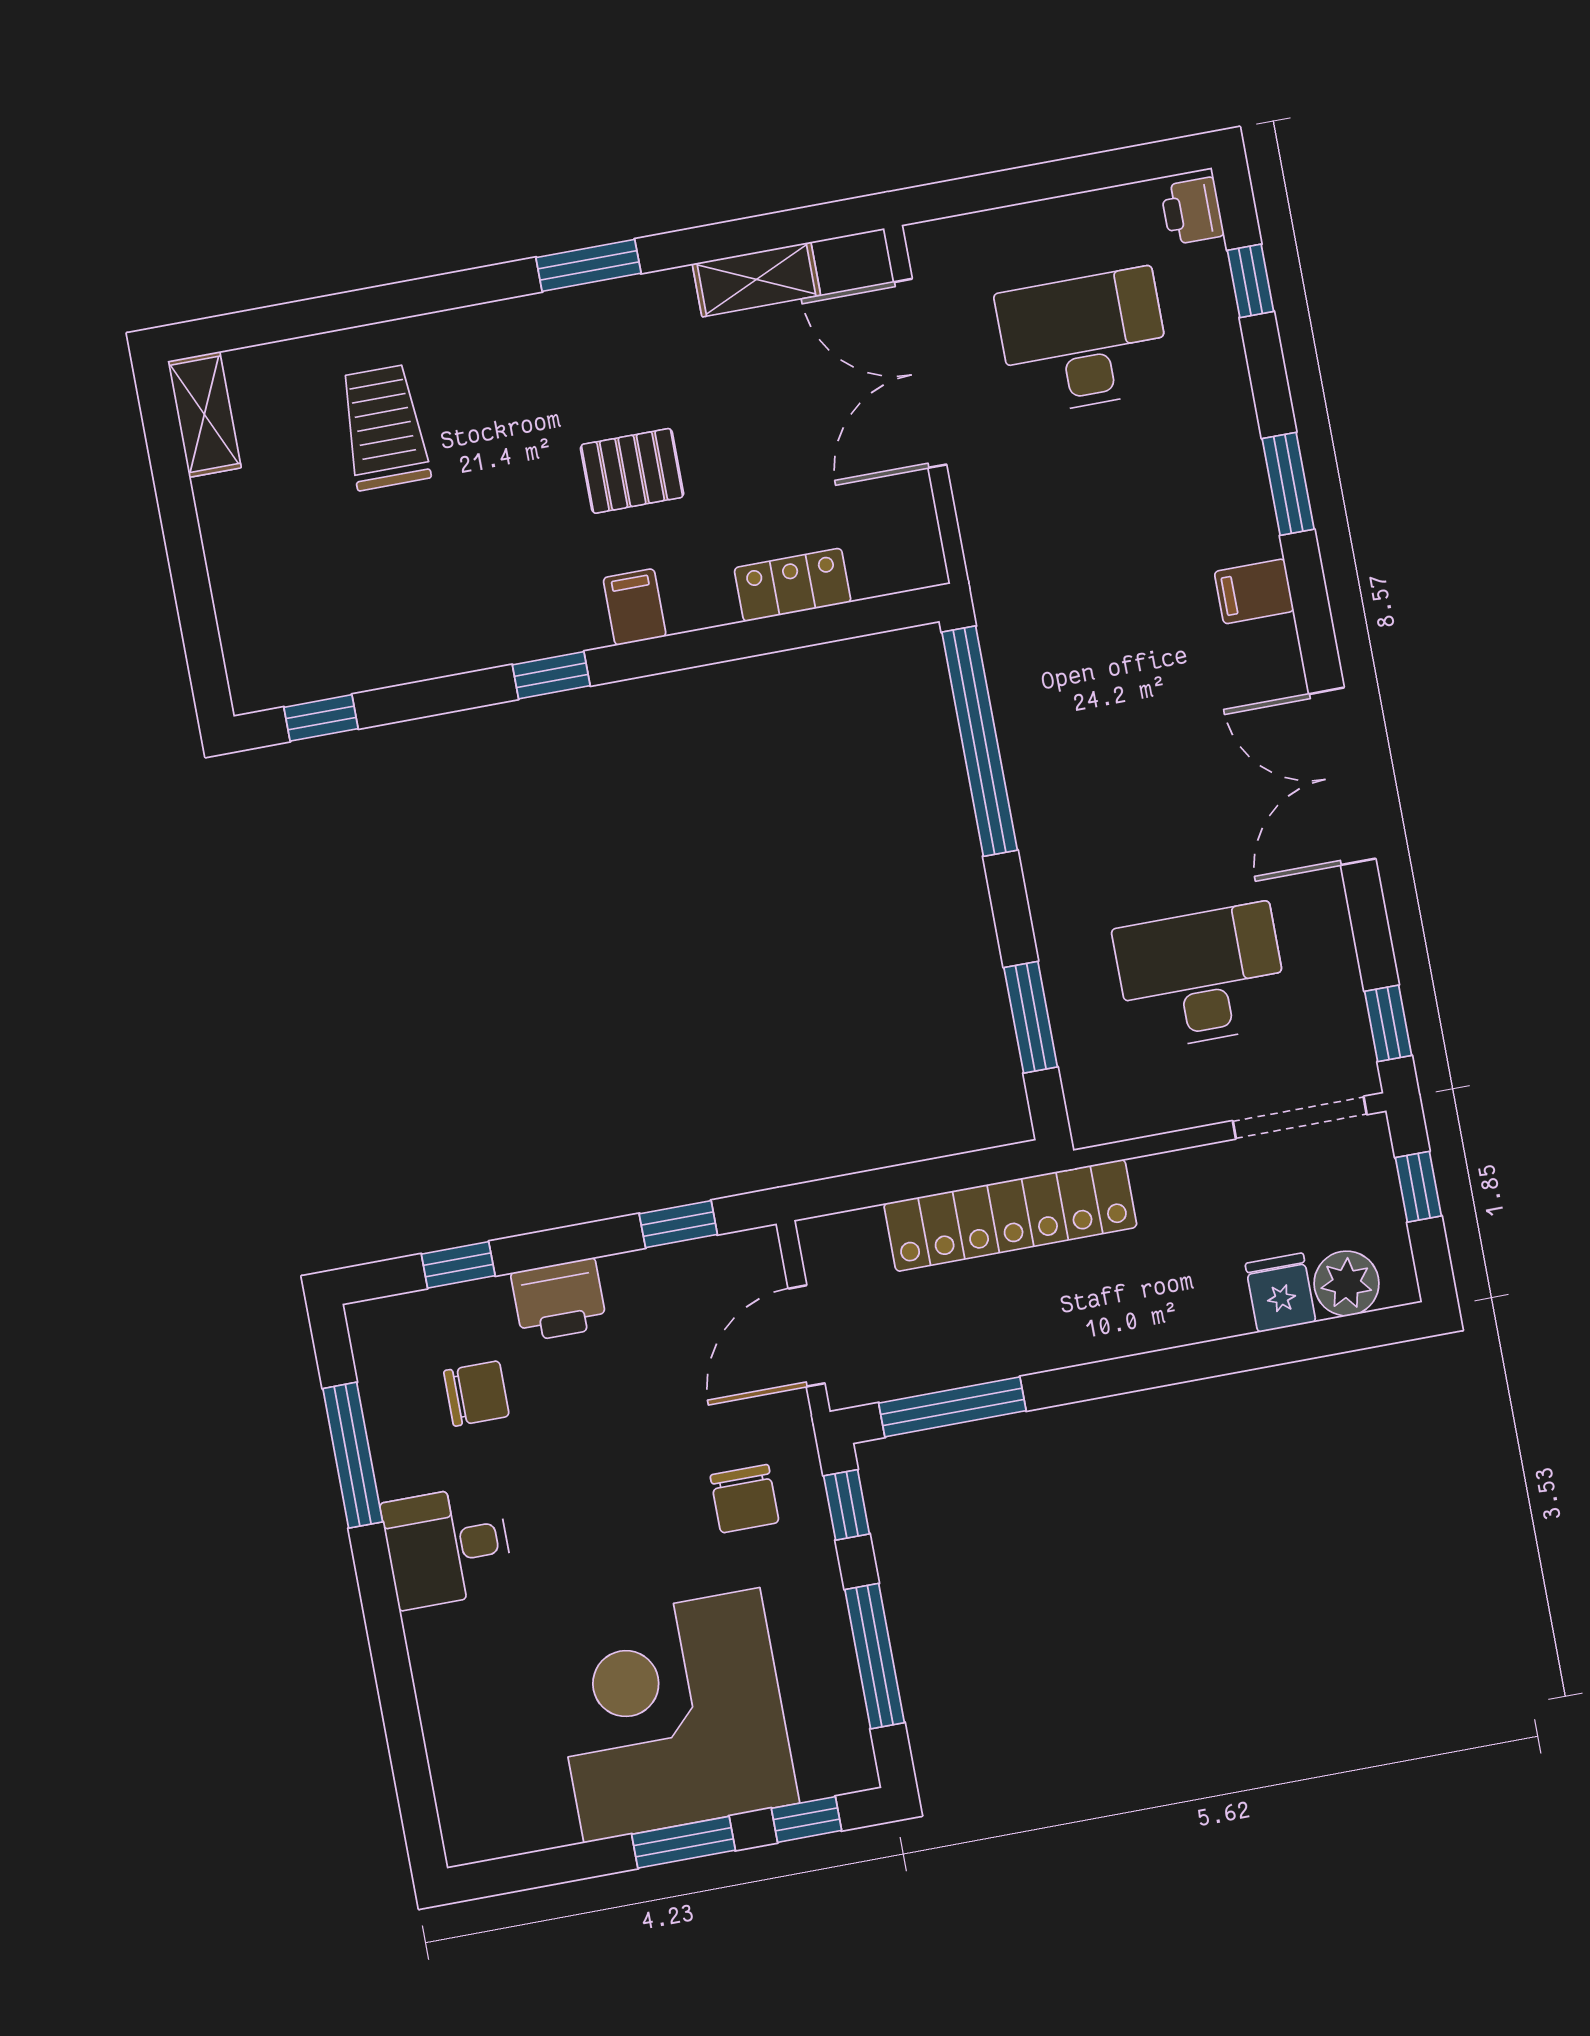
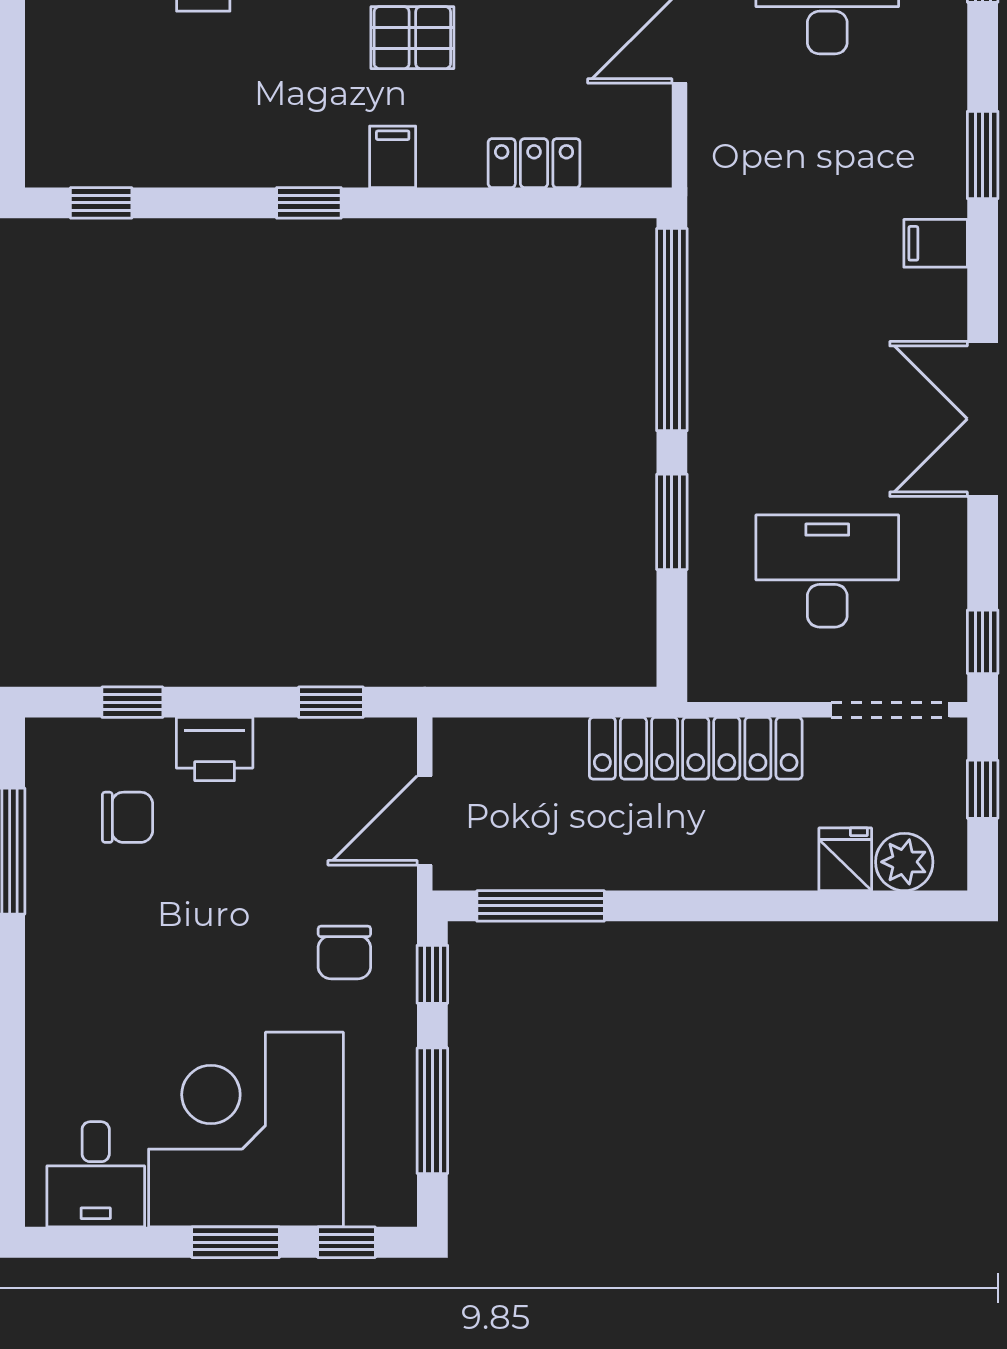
window: (1031, 1017) -> (672, 522), moved
locker: (1010, 1215) -> (696, 748), moved
desk: (447, 1547) -> (96, 1174), moved, turned -90

